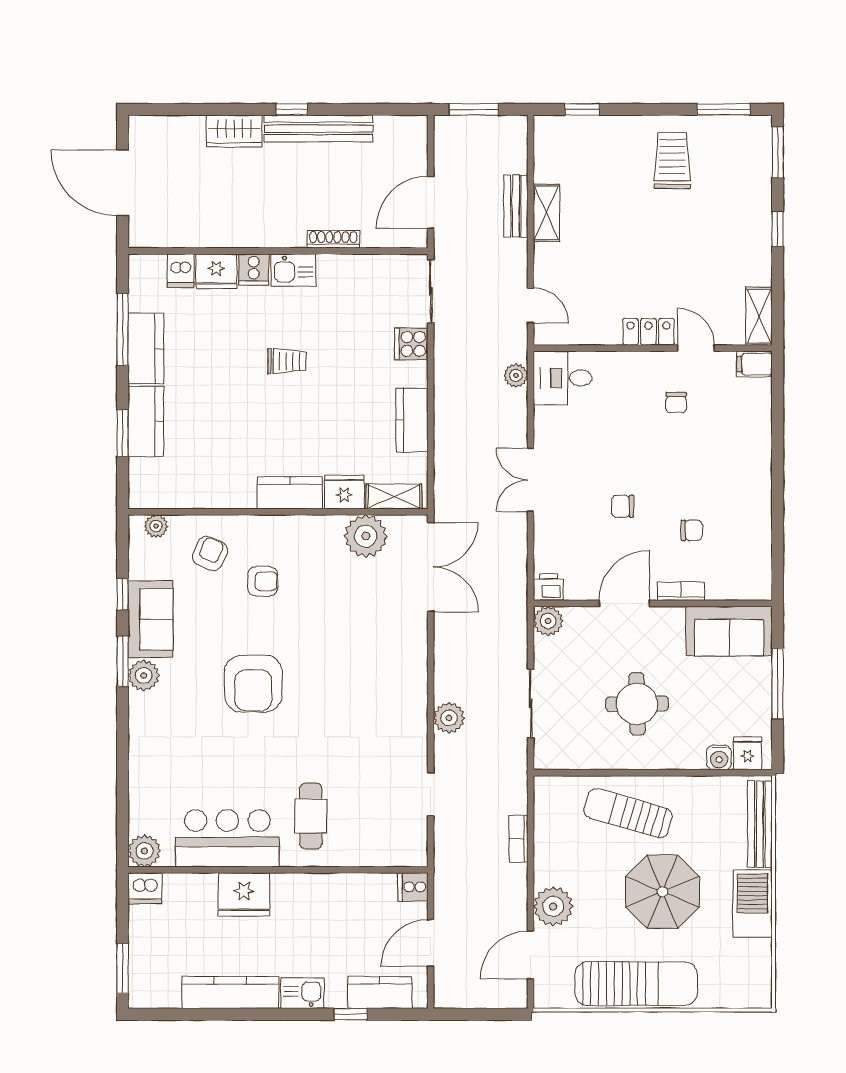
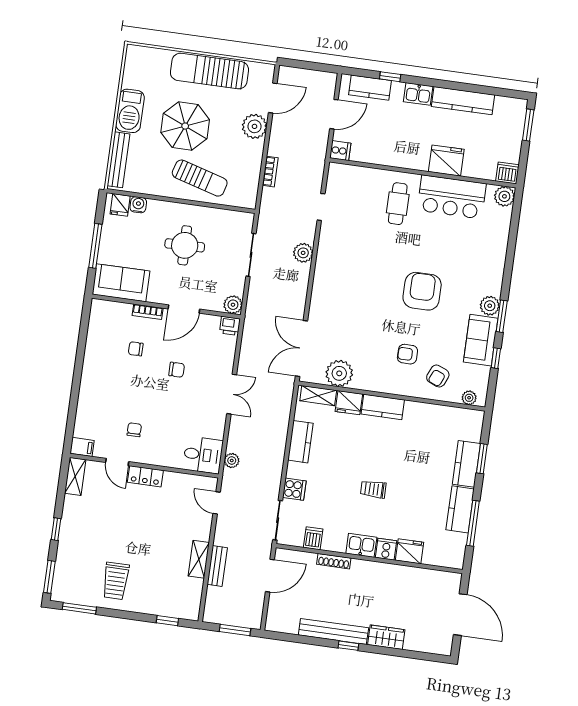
dishwasher: (181, 271) -> (313, 538), moved

